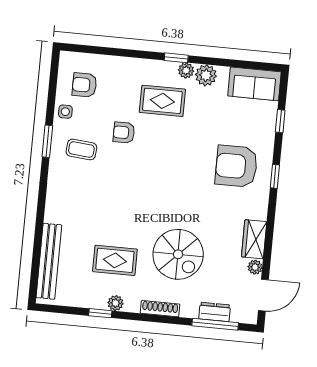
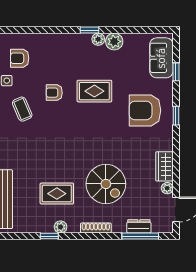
sofa: (254, 84) -> (161, 58), moved, turned 90
rug: (162, 101) -> (94, 91), moved
coffee table: (81, 149) -> (22, 109), turned 62

